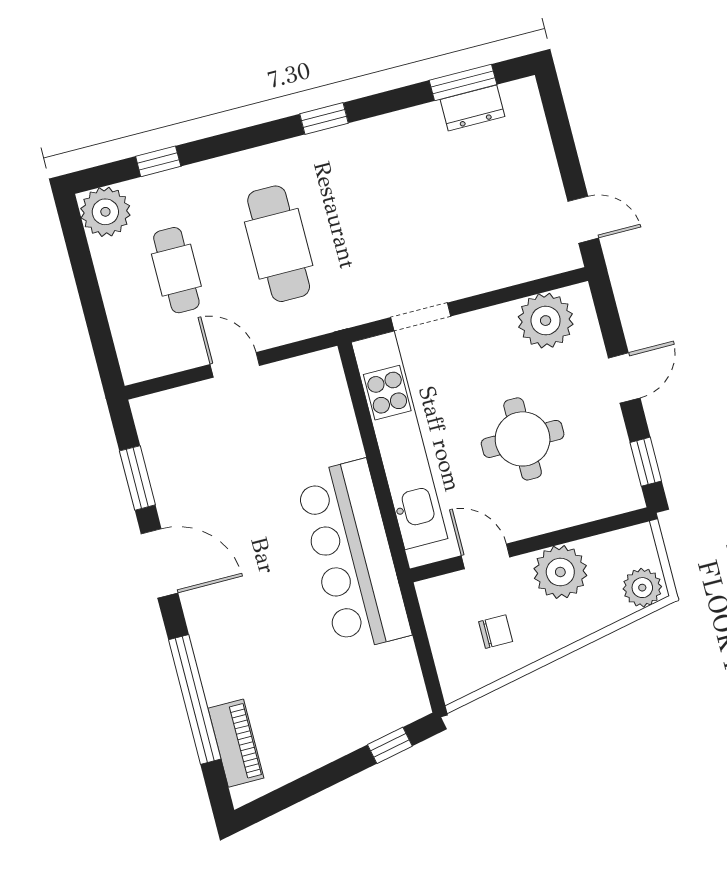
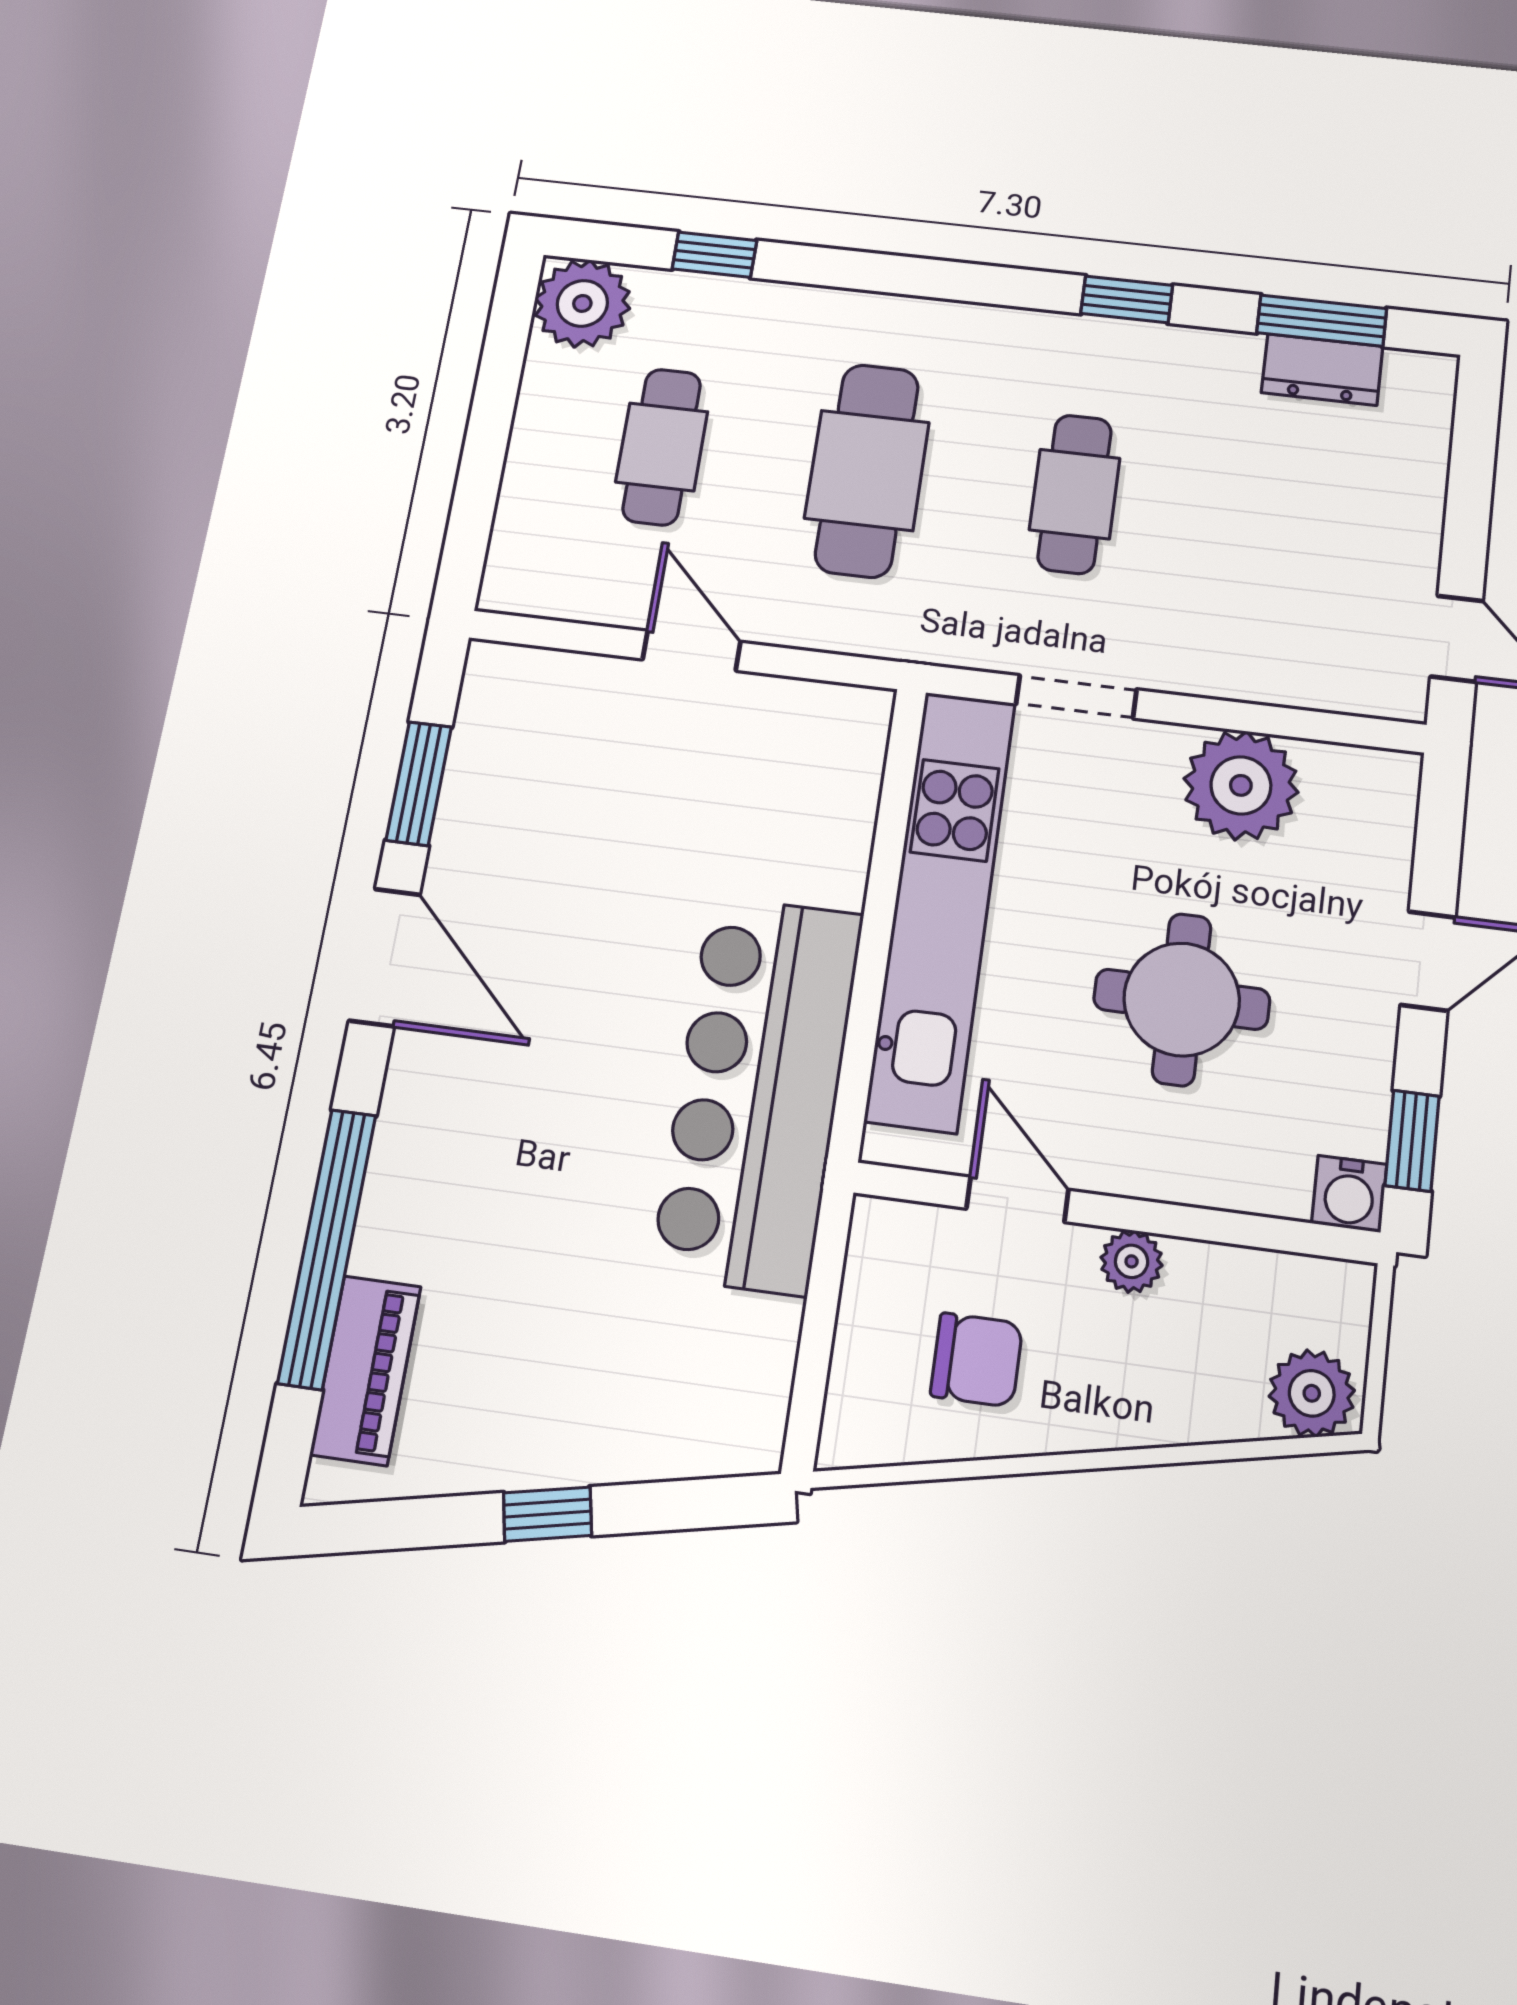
window: (324, 118) -> (1127, 299), moved
cafe table: (381, 217) -> (1075, 494), added
plant: (546, 321) -> (1241, 785), moved
water cooler: (627, 496) -> (1349, 1194), added
plant: (560, 572) -> (1132, 1261), width x0.53, depth x0.53
chair: (496, 632) -> (977, 1360), width x1.37, depth x1.37
window: (390, 745) -> (547, 1514), moved

